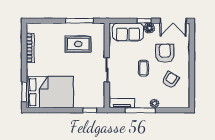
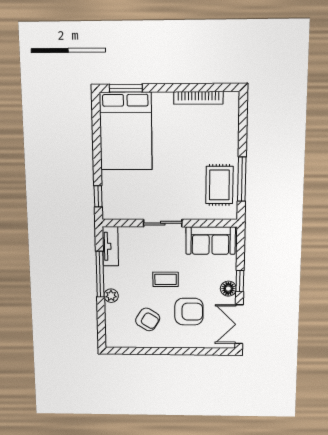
sofa: (128, 32) -> (211, 241), moved, turned -90
rug: (78, 44) -> (219, 185), moved

